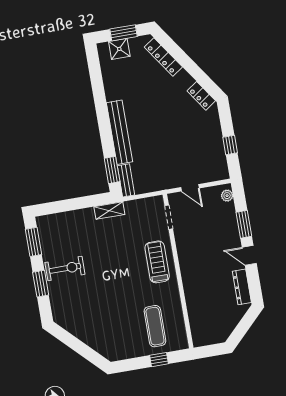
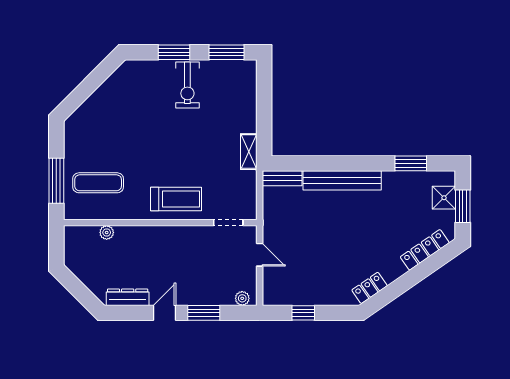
window: (112, 170) -> (411, 163), moved
door: (190, 188) -> (260, 255), swing flipped
plant: (193, 312) -> (107, 232), added
window: (159, 360) -> (56, 181), width x2.17

